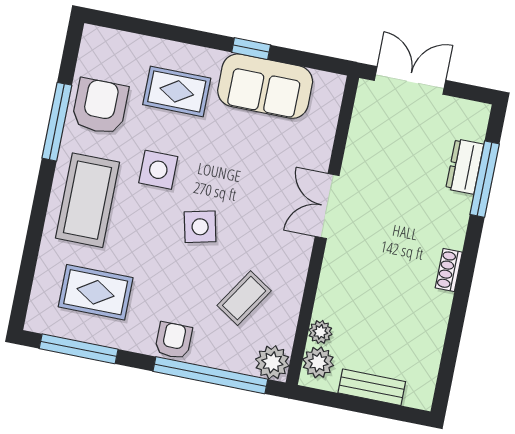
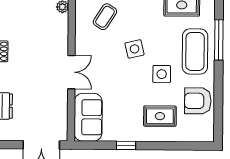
sofa: (265, 86) -> (88, 117), moved, turned 90
armchair: (100, 106) -> (198, 101), turned 90
window: (57, 122) -> (219, 40), moved

